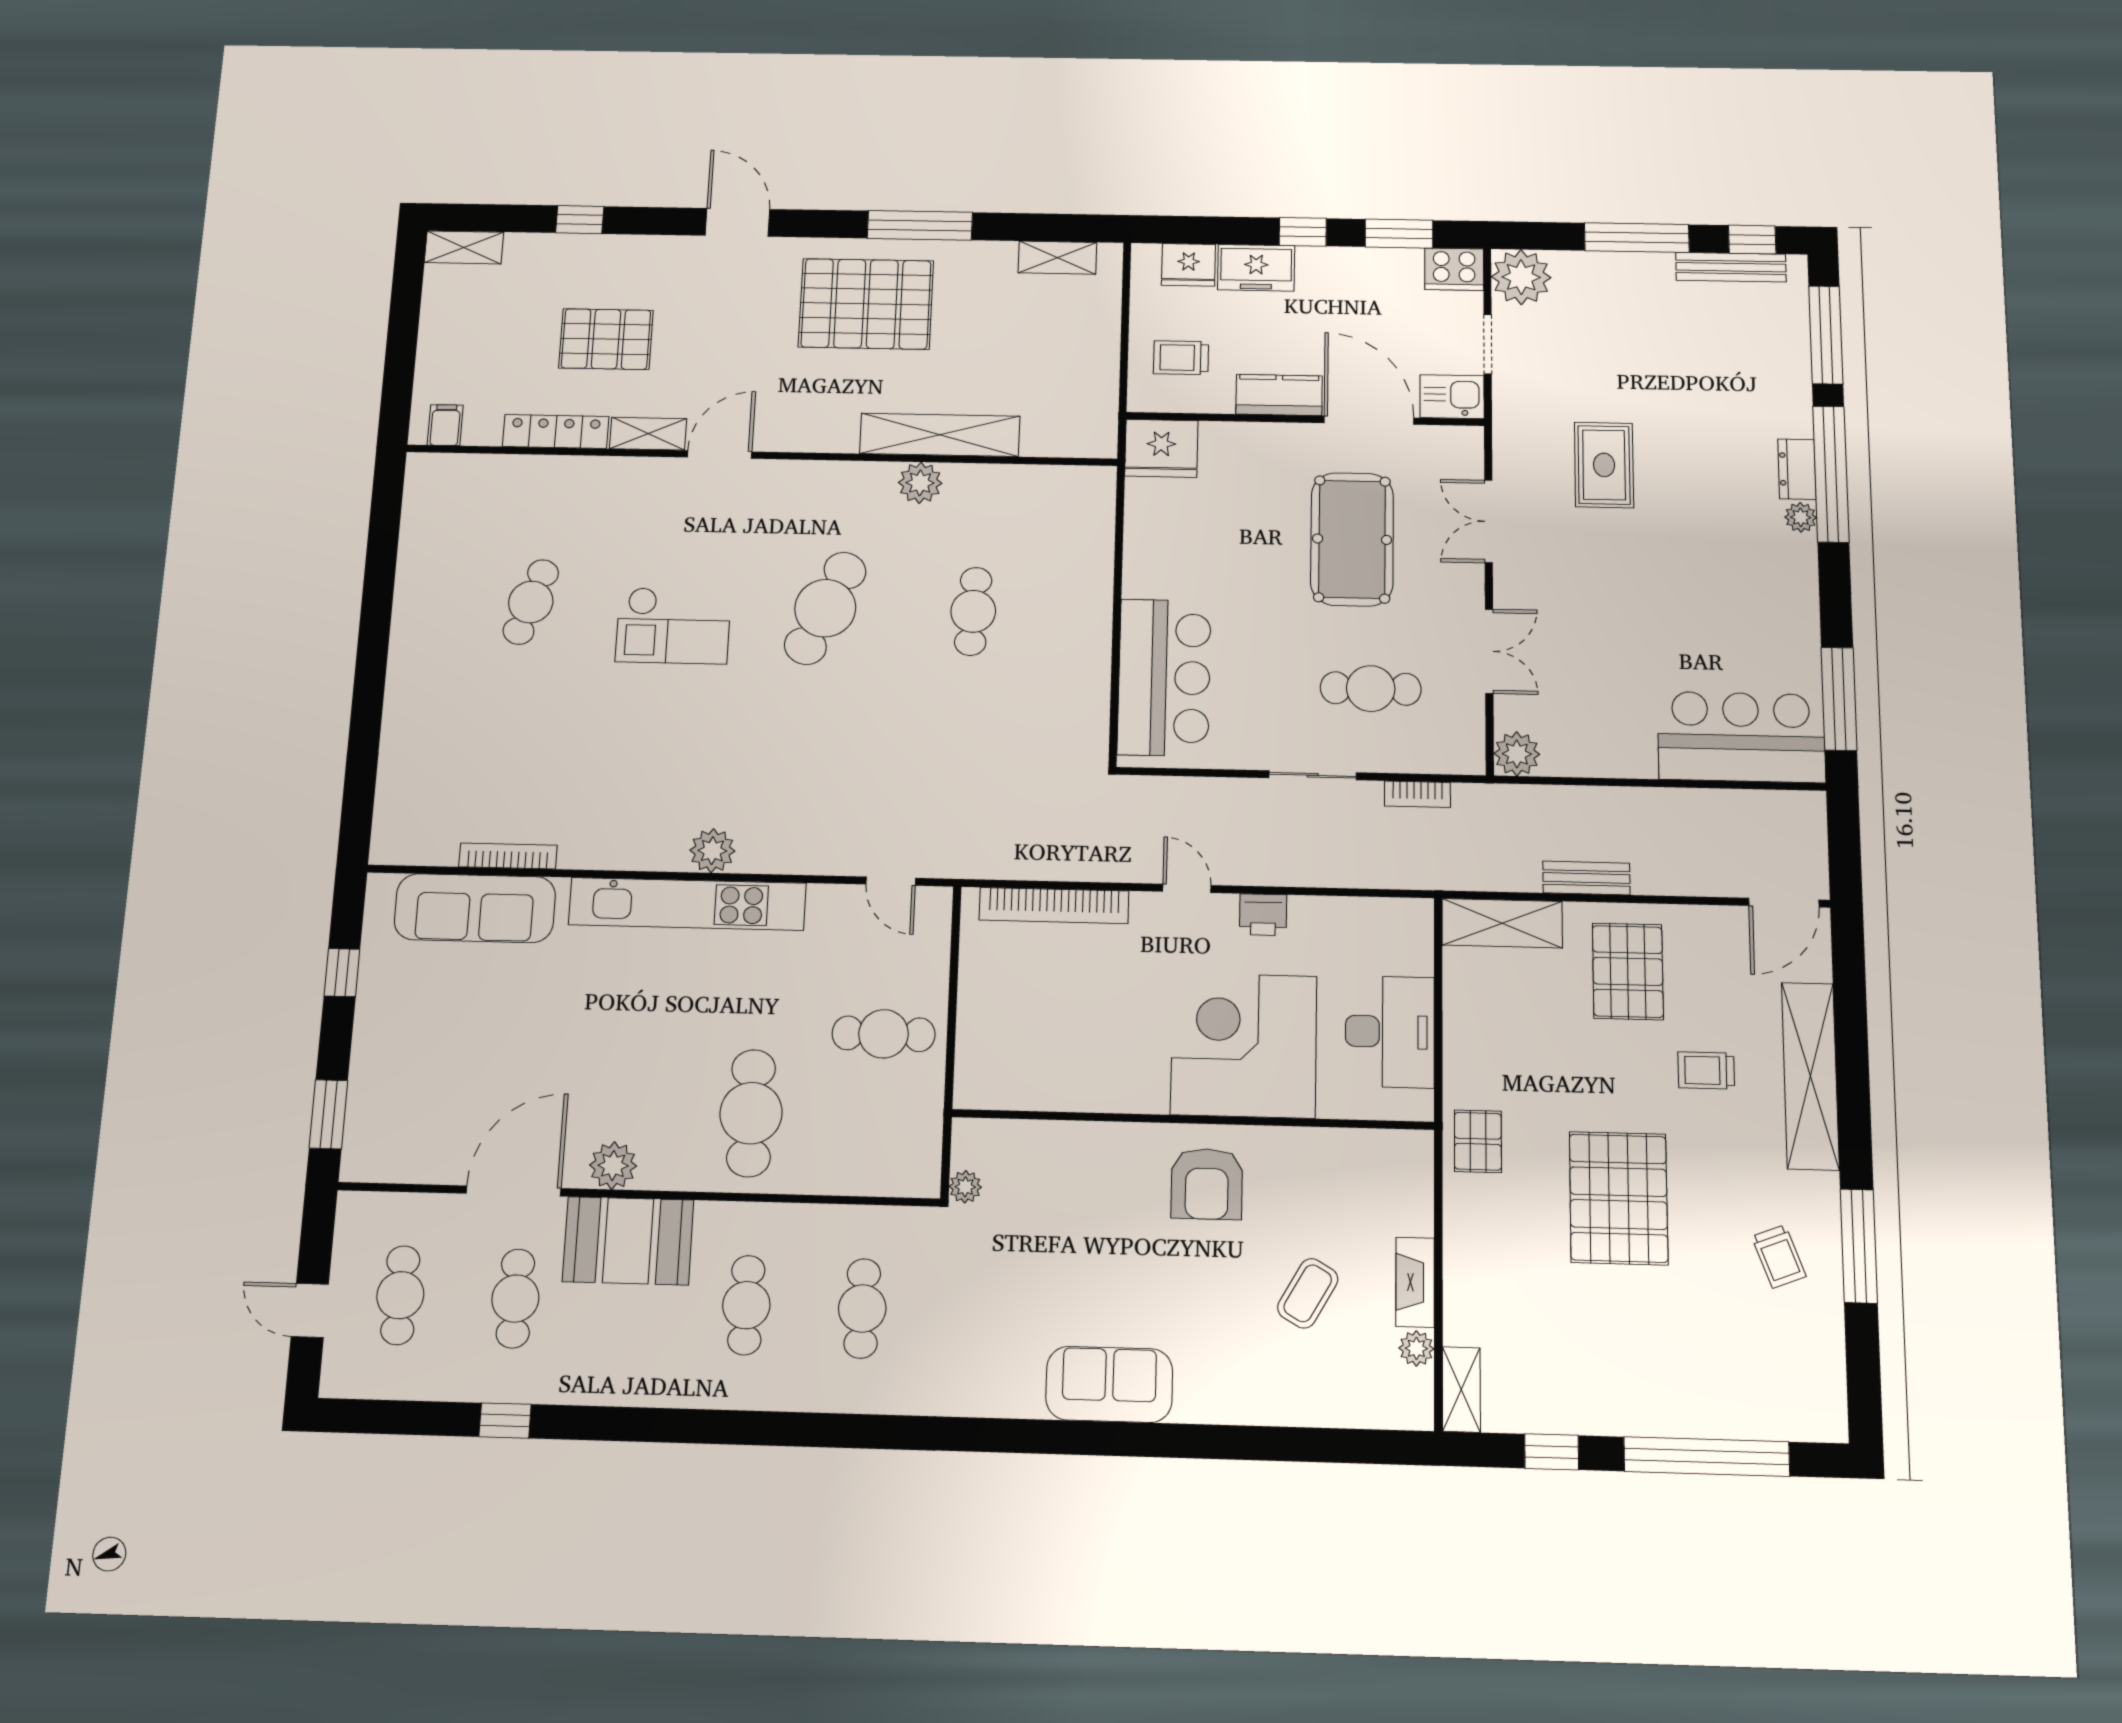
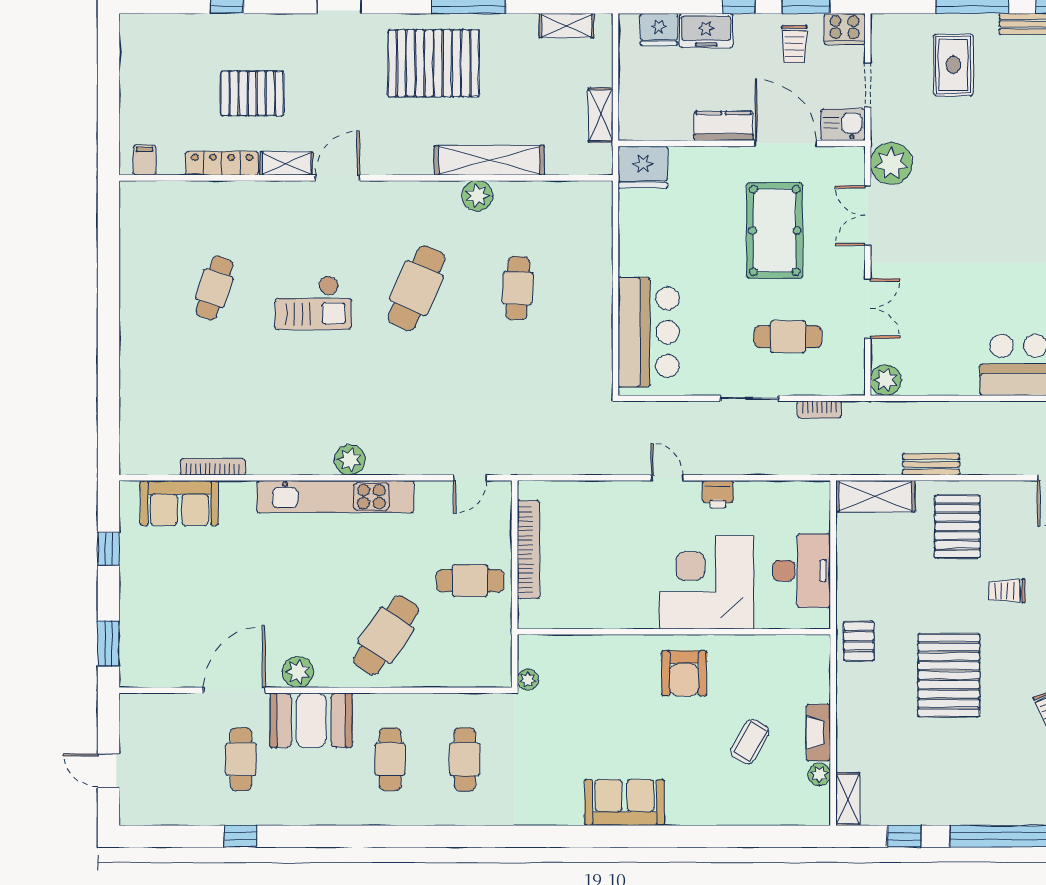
shelving: (464, 247) -> (601, 115), moved, turned 90
plant: (1521, 277) -> (891, 163), moved
trolley: (1181, 358) -> (794, 44), moved, turned -90
rug: (1604, 465) -> (953, 65), moved
door: (891, 881) -> (470, 478), hinge flipped
bookcase: (1054, 905) -> (528, 550), moved, turned -90
sofa: (475, 908) -> (179, 503), width x0.73
cafe table: (751, 1113) -> (386, 635), turned 34
cafe table: (400, 1295) -> (166, 759), removed

